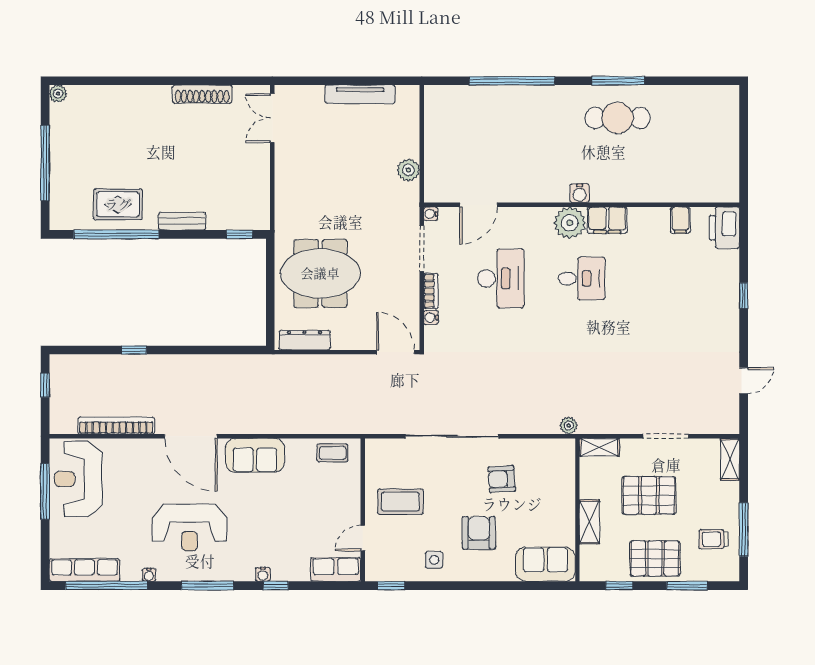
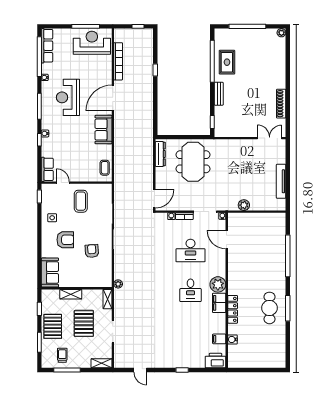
water cooler: (580, 193) -> (232, 339), moved
locker: (620, 193) -> (233, 309), added

